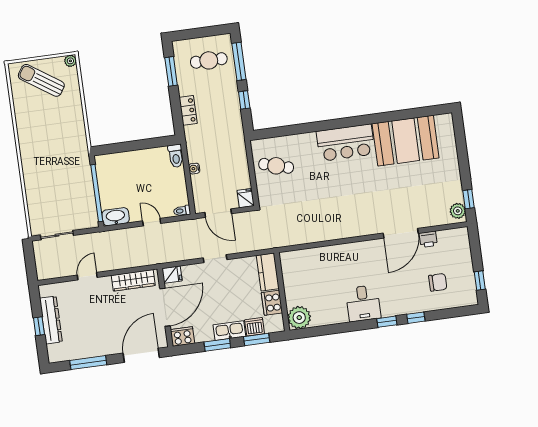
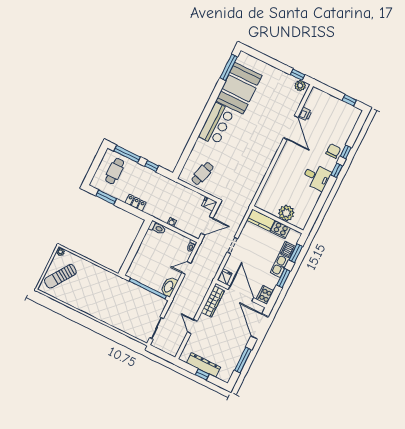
window: (422, 112) -> (229, 67), added
chair: (438, 282) -> (333, 151), moved
plant: (299, 318) -> (286, 213), moved

